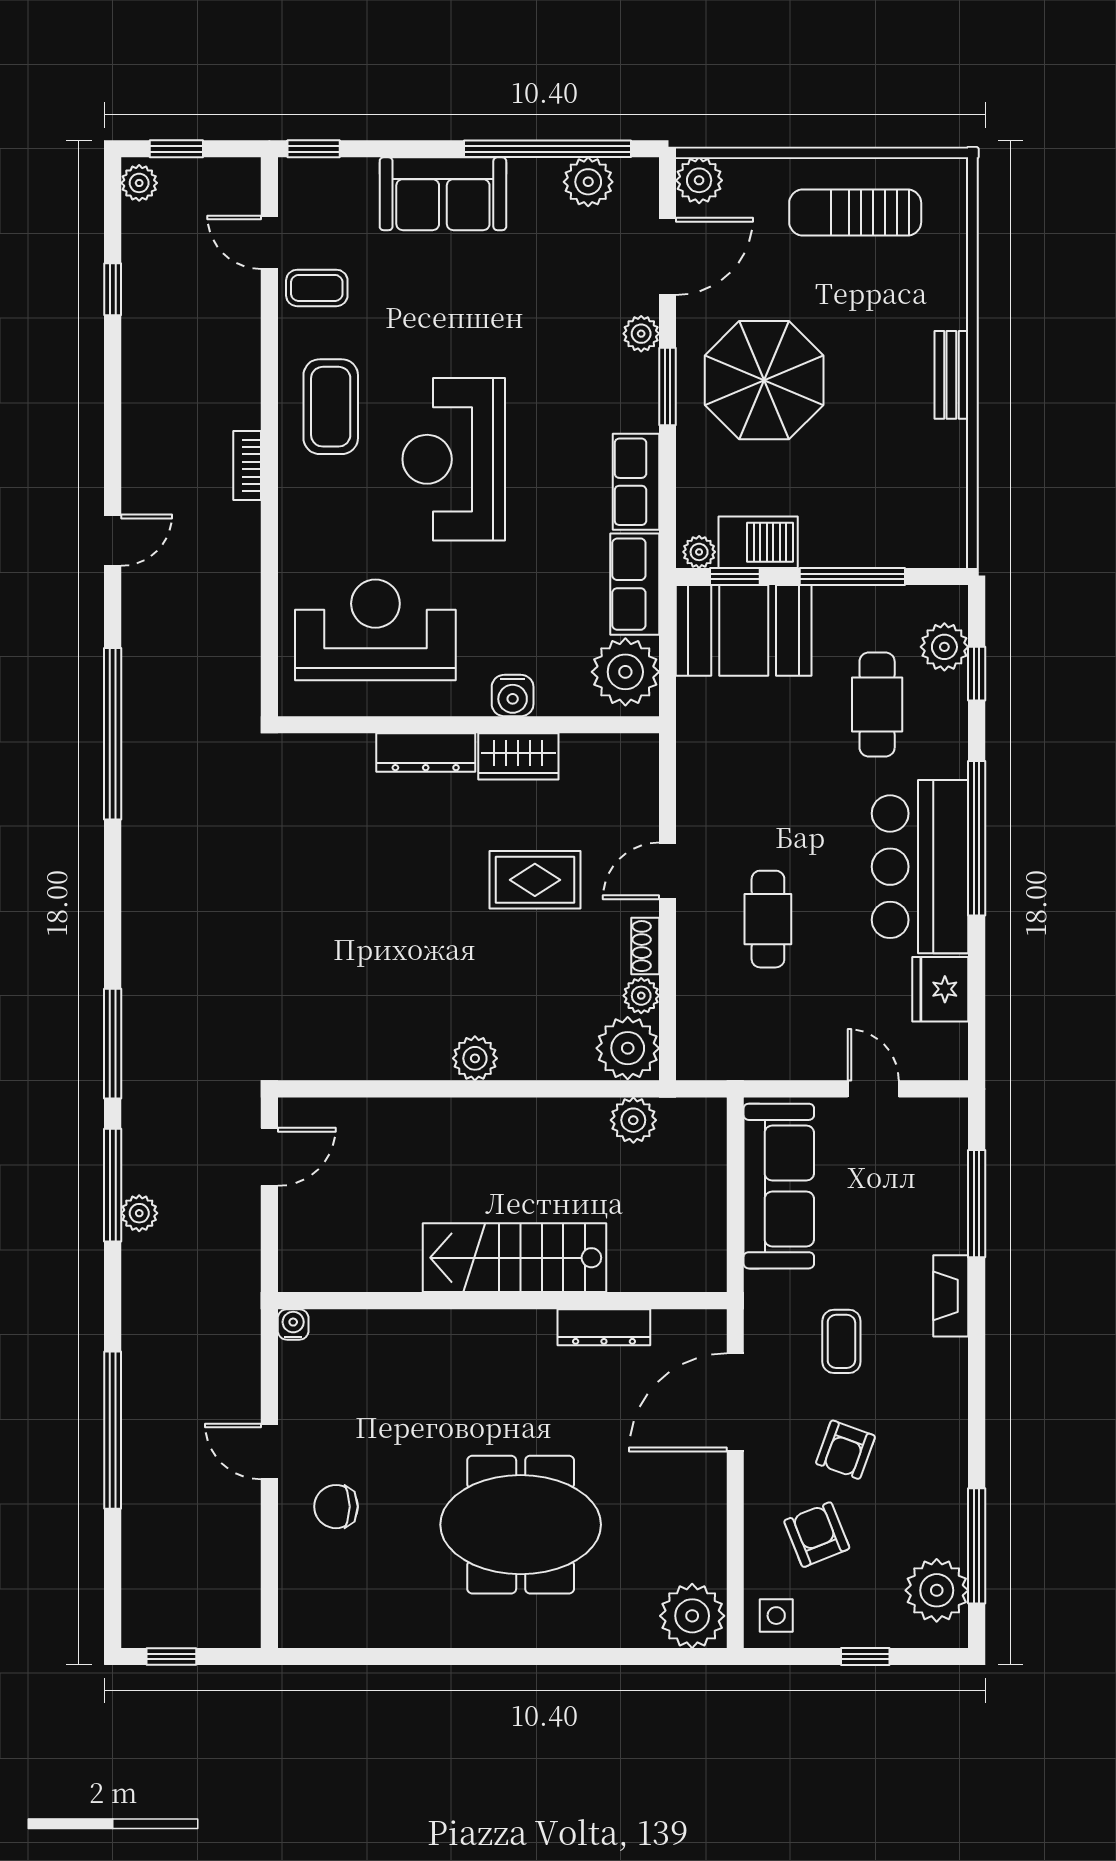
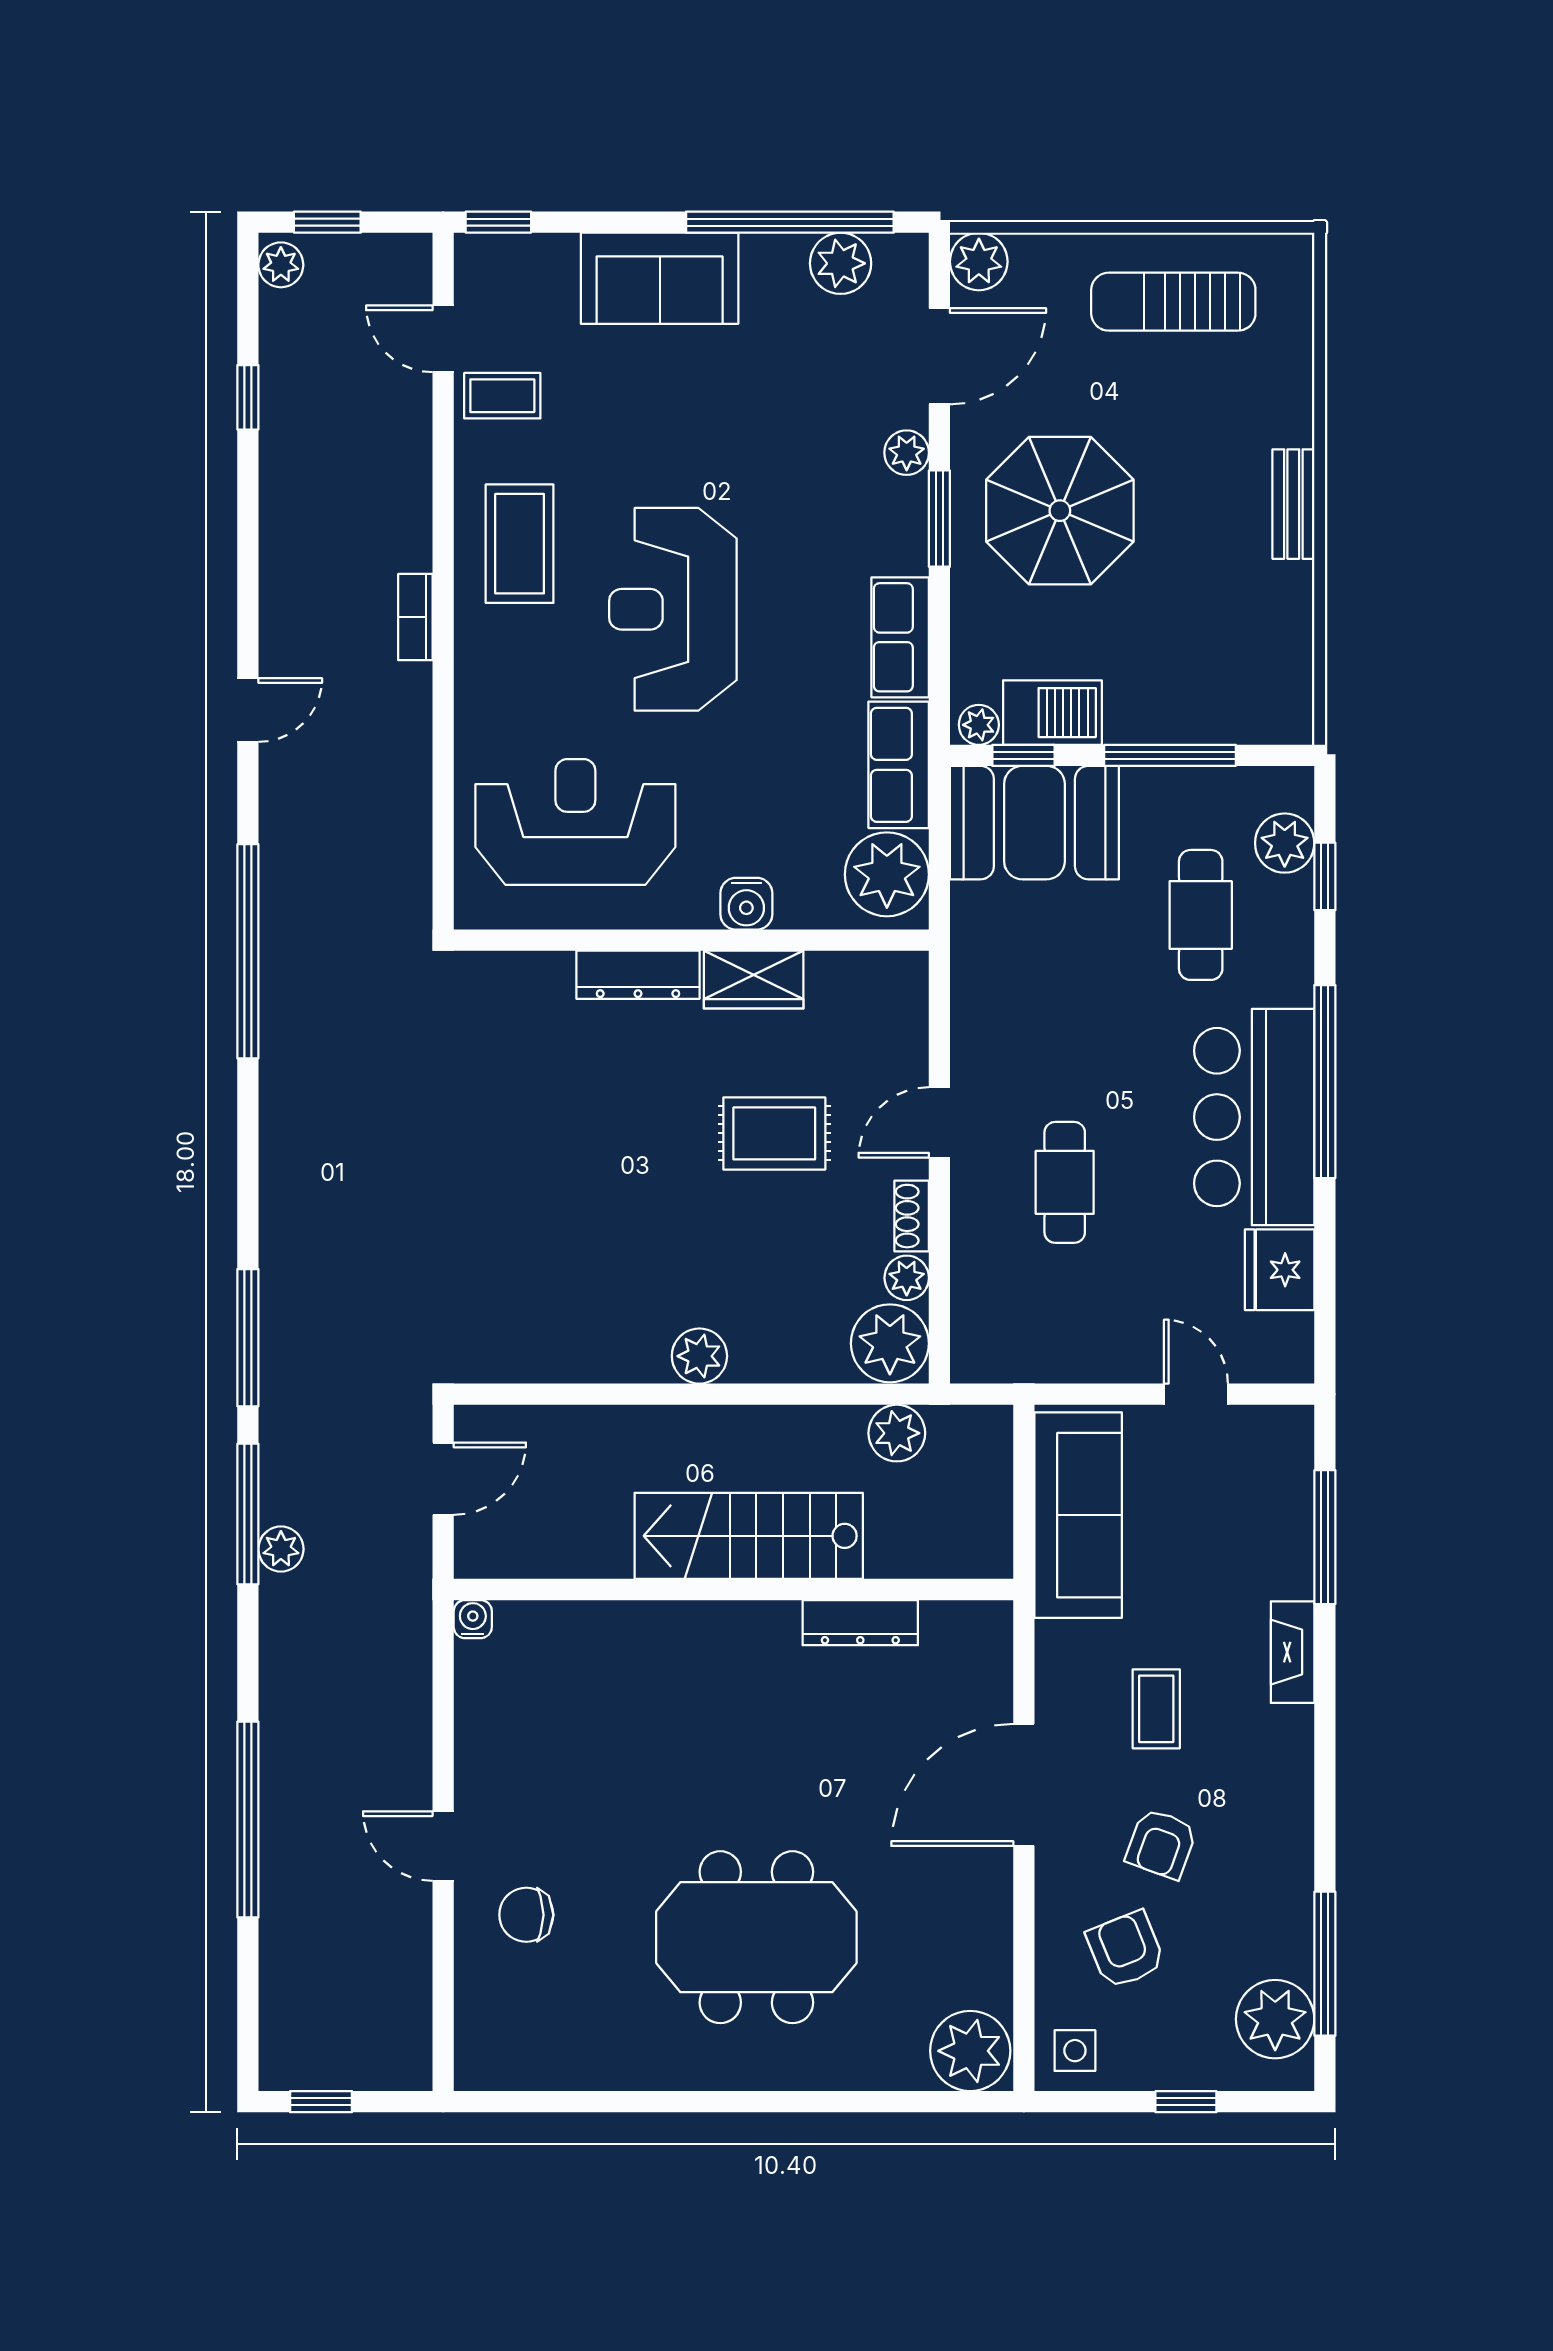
stairs: (514, 1258) -> (749, 1536), moved
wall: (502, 1301) -> (734, 1589), moved
water cooler: (293, 1324) -> (473, 1619), moved
dresser: (604, 1327) -> (860, 1623), moved

